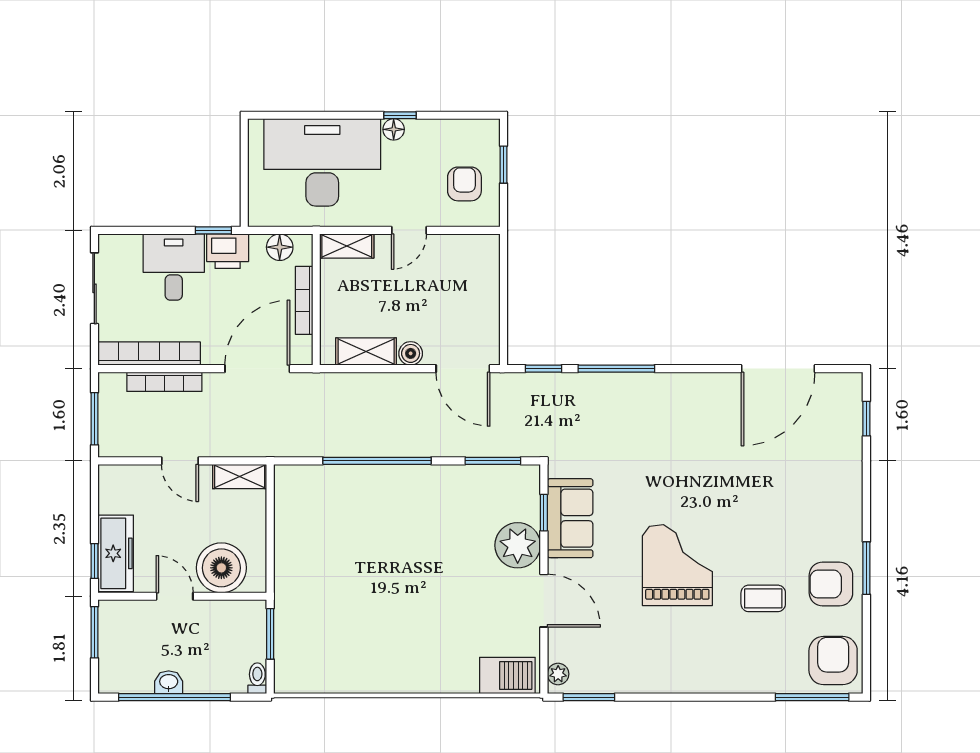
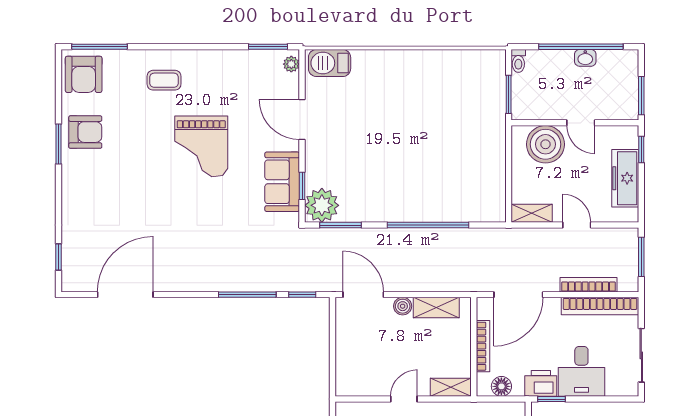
plant: (518, 545) -> (322, 205), moved
freezer: (116, 553) -> (625, 178), moved
coffee table: (763, 598) -> (164, 80), moved

